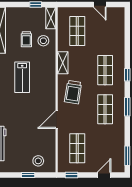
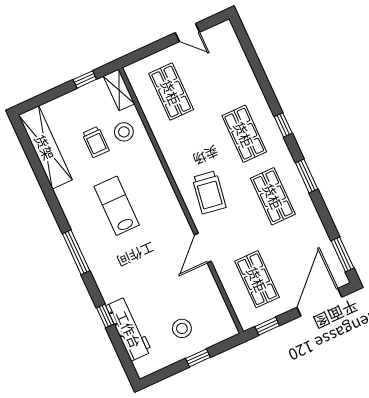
shelving: (63, 63) -> (171, 153), removed
lab bench: (22, 77) -> (117, 206), turned 180
stool: (38, 161) -> (182, 328), moved
door: (104, 175) -> (319, 302), width x1.87

